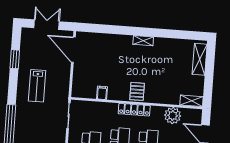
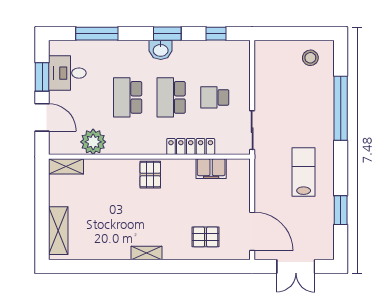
pallet: (104, 48) -> (206, 237), added
filing cabinet: (102, 93) -> (211, 169), width x2.00
locker: (134, 110) -> (191, 146), moved

